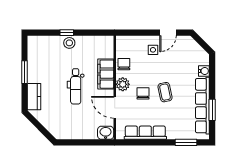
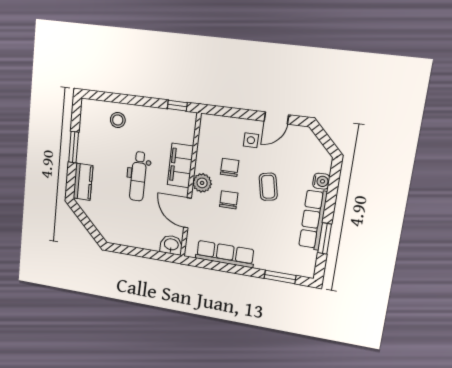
window: (67, 33) -> (177, 106), moved
stool: (69, 43) -> (118, 120), moved
chair: (124, 64) -> (230, 167), moved
coffee table: (165, 92) -> (268, 187), moved
row of seats: (202, 106) -> (313, 219), width x0.73

